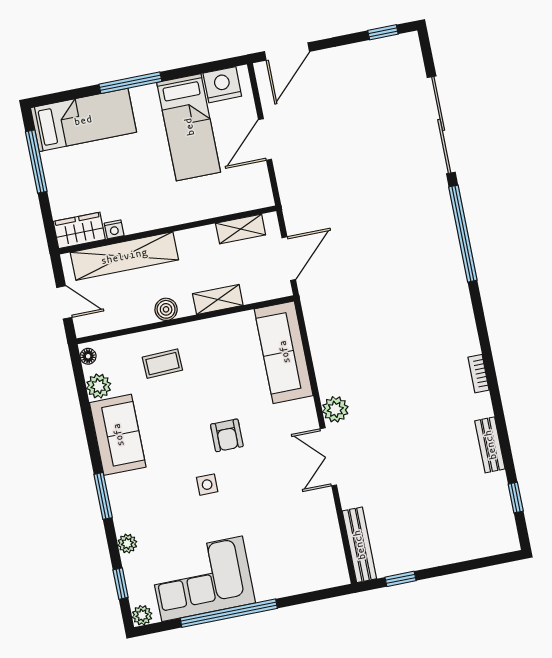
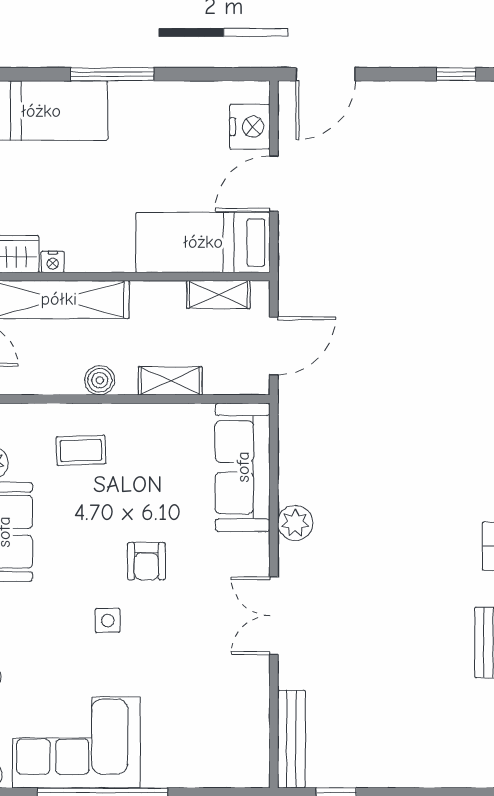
nightstand: (222, 85) -> (250, 127), moved, turned 90
bed: (189, 127) -> (203, 242), moved, turned 90
plant: (335, 409) -> (295, 523), moved

